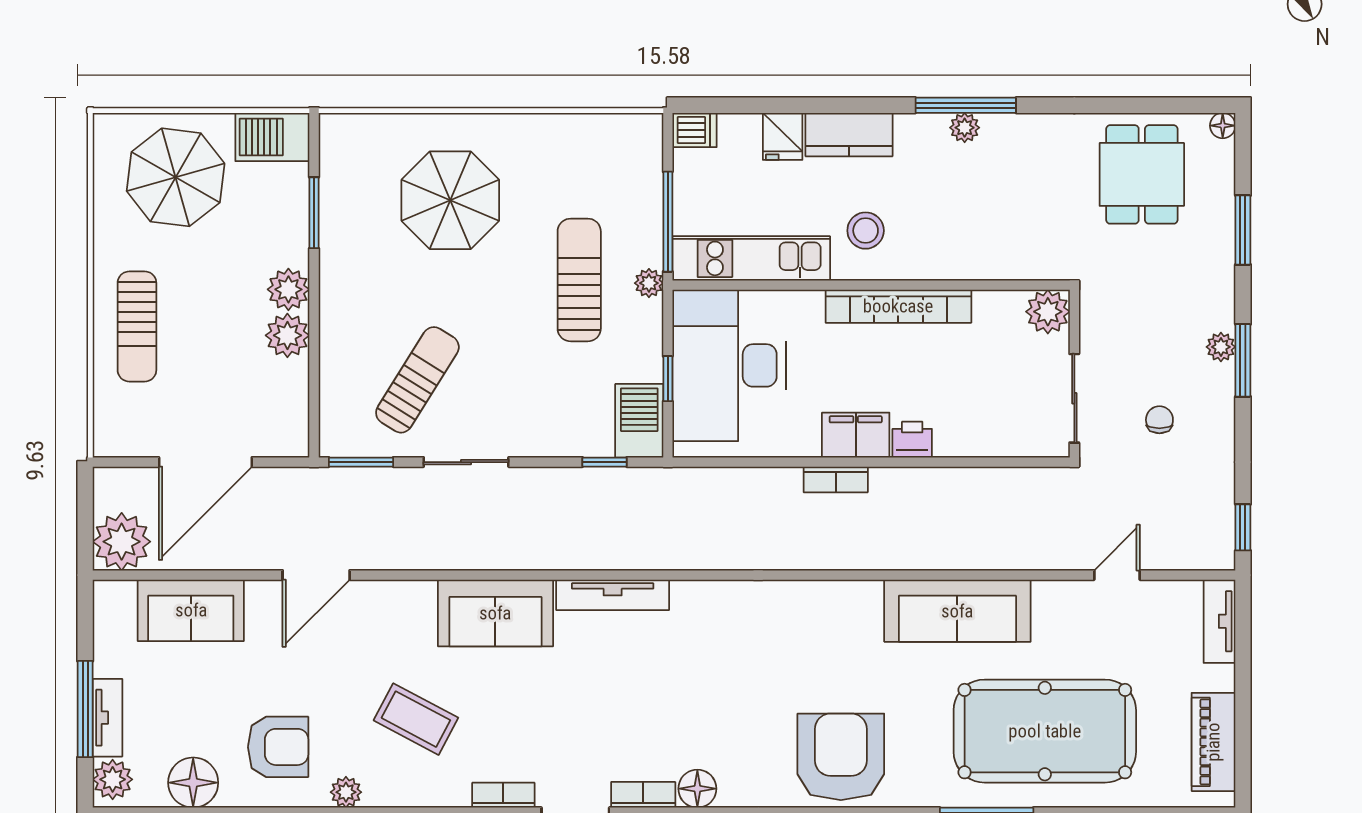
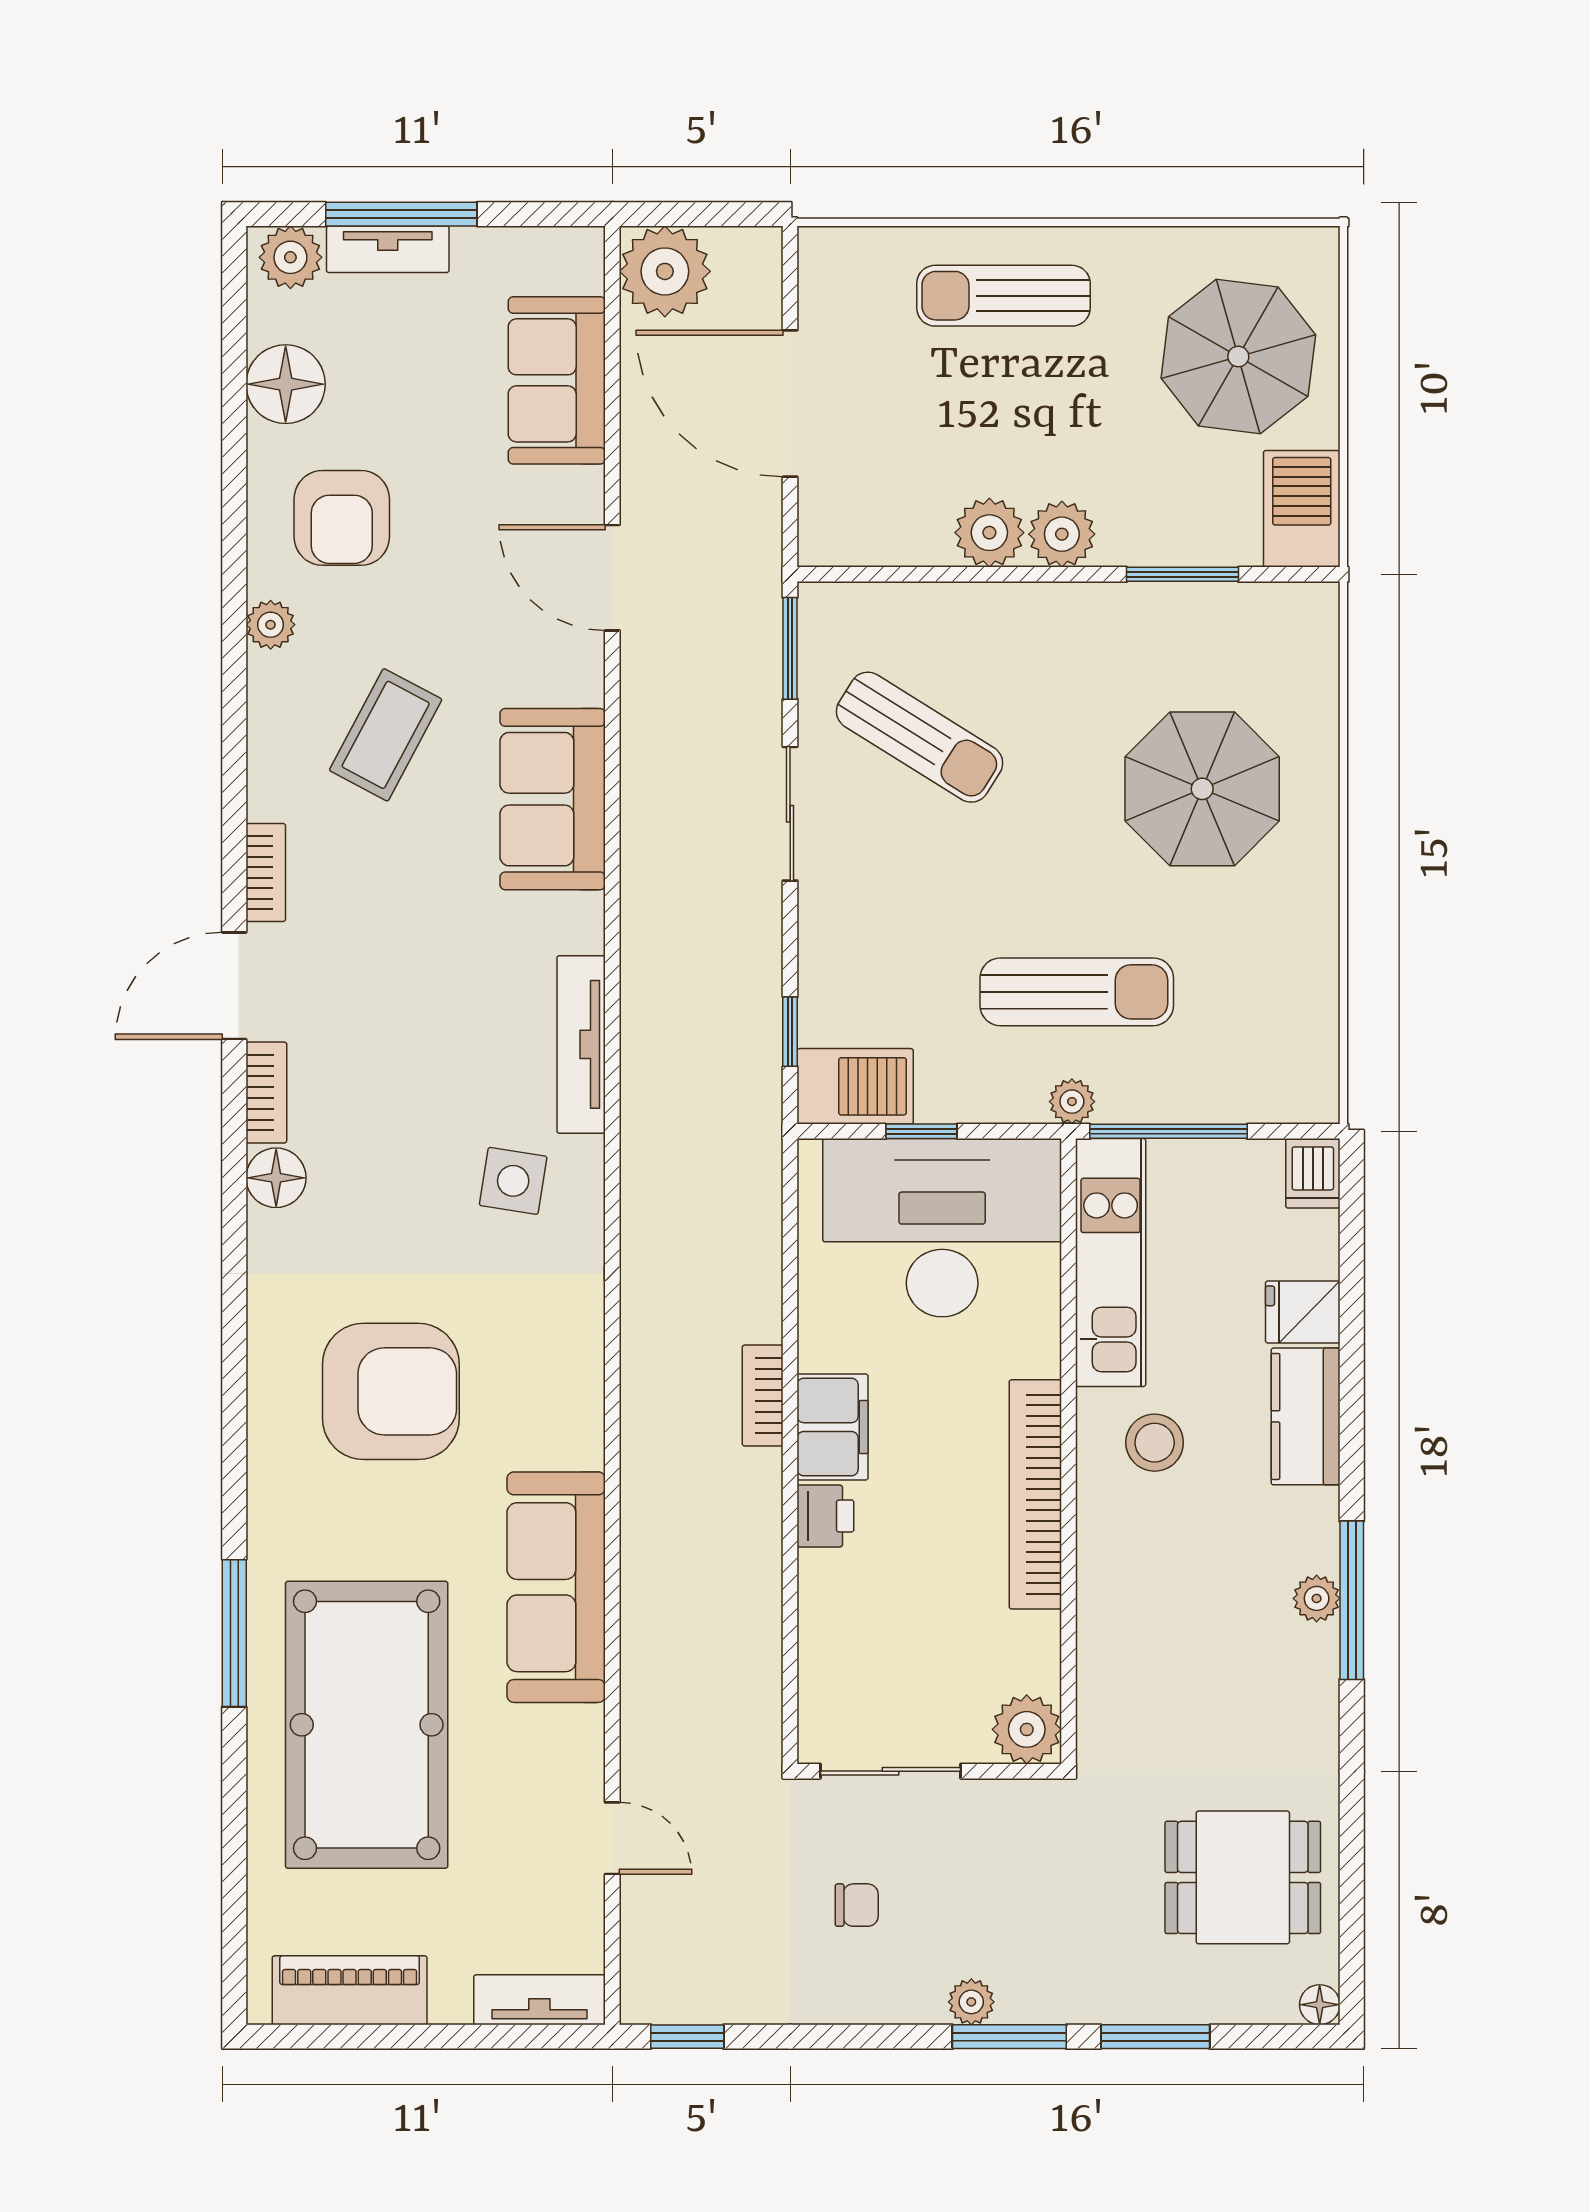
window: (1243, 360) -> (1009, 2037), moved
sofa: (495, 613) -> (553, 799), moved
side table: (699, 638) -> (513, 1181), added
armchair: (841, 757) -> (391, 1391), moved

